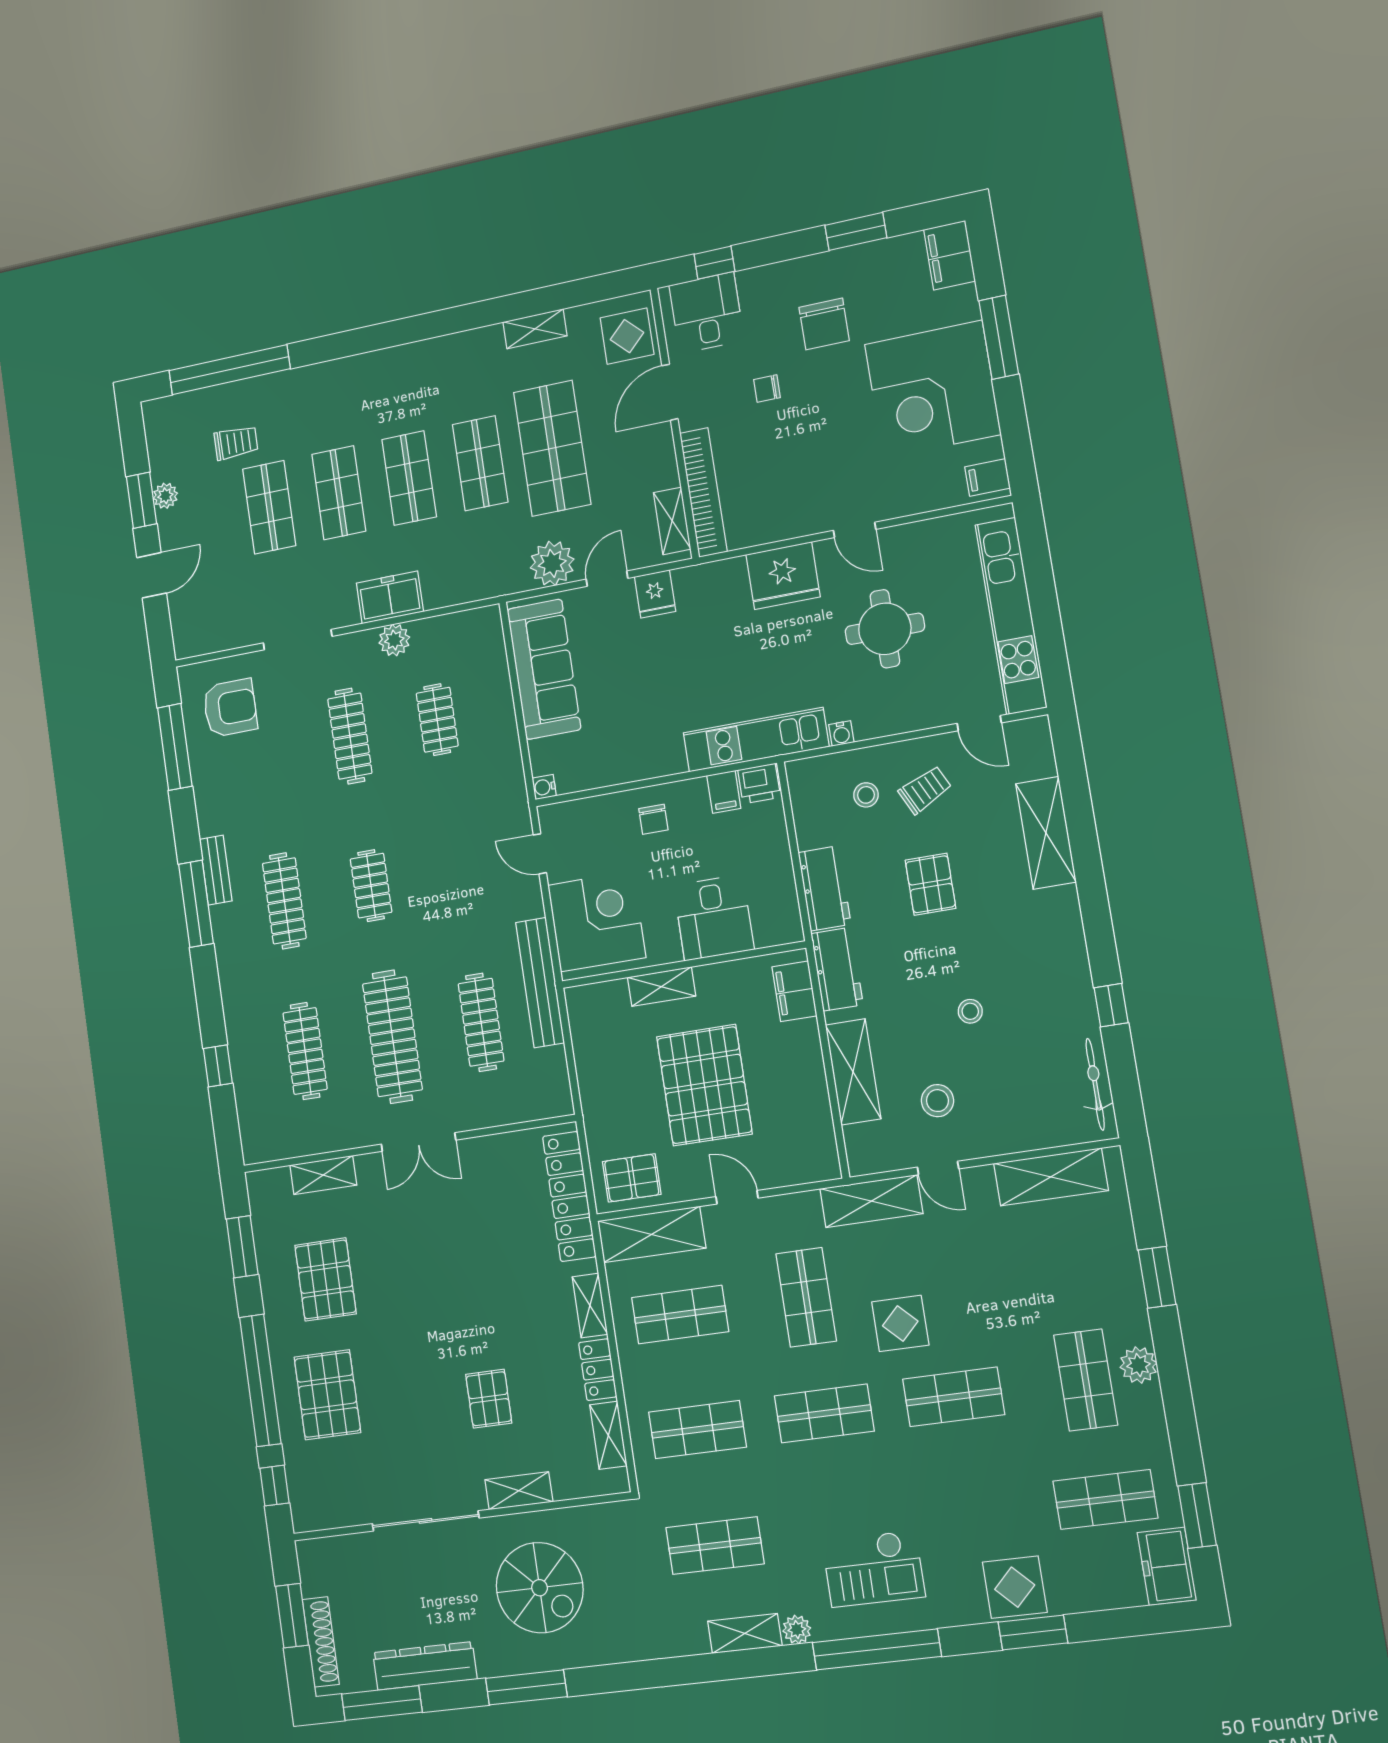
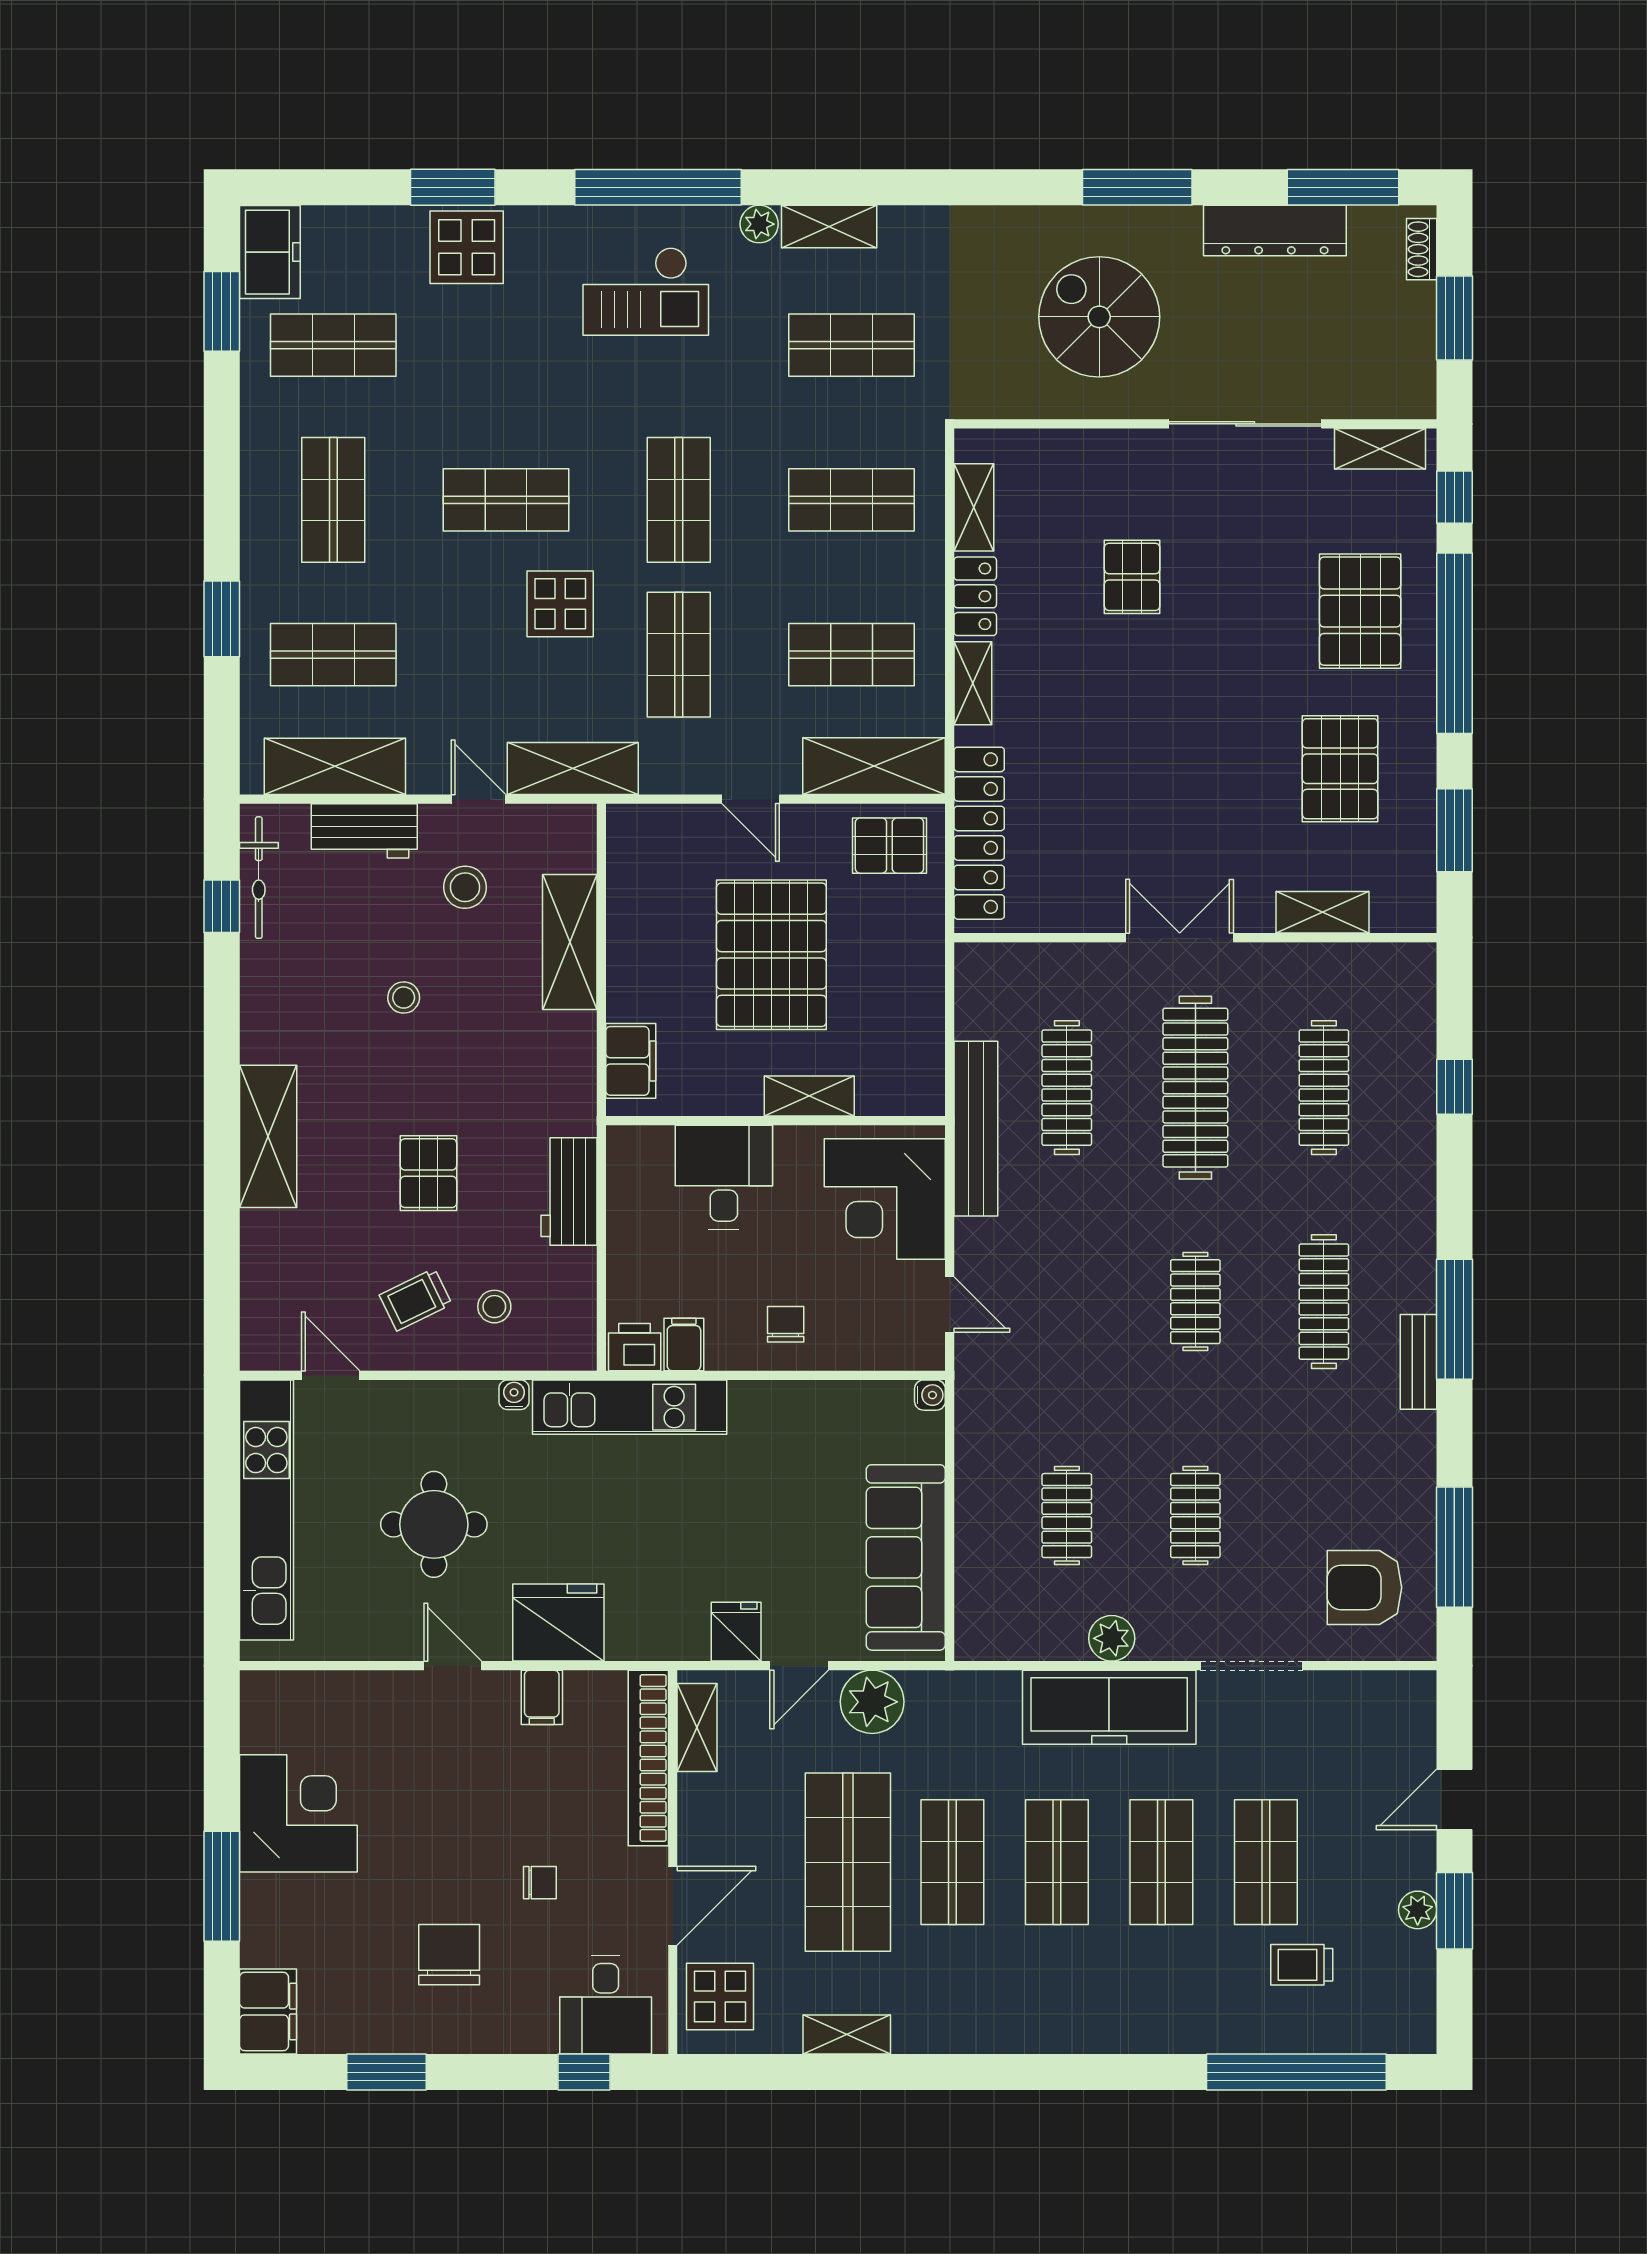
corner desk: (933, 389) -> (298, 1813), width x0.74, depth x0.74
filing cabinet: (988, 477) -> (542, 1697), moved, turned 90
freezer: (390, 597) -> (1109, 1707), width x1.91, depth x1.26
clothes rail: (350, 736) -> (1195, 1516), width x0.73
shelving: (1046, 833) -> (268, 1136), moved
workbench: (837, 969) -> (364, 831), moved, turned -90
window: (1111, 1005) -> (222, 906), moved
shop shelf: (1066, 1262) -> (333, 655), added
plant: (1138, 1365) -> (263, 510), removed
shop shelf: (824, 1413) -> (679, 500), turned 90
shelving: (519, 1491) -> (1380, 449), moved
checkout: (873, 1569) -> (646, 291), turned 180
shoe rack: (321, 1642) -> (1422, 249), width x0.51, depth x0.81

